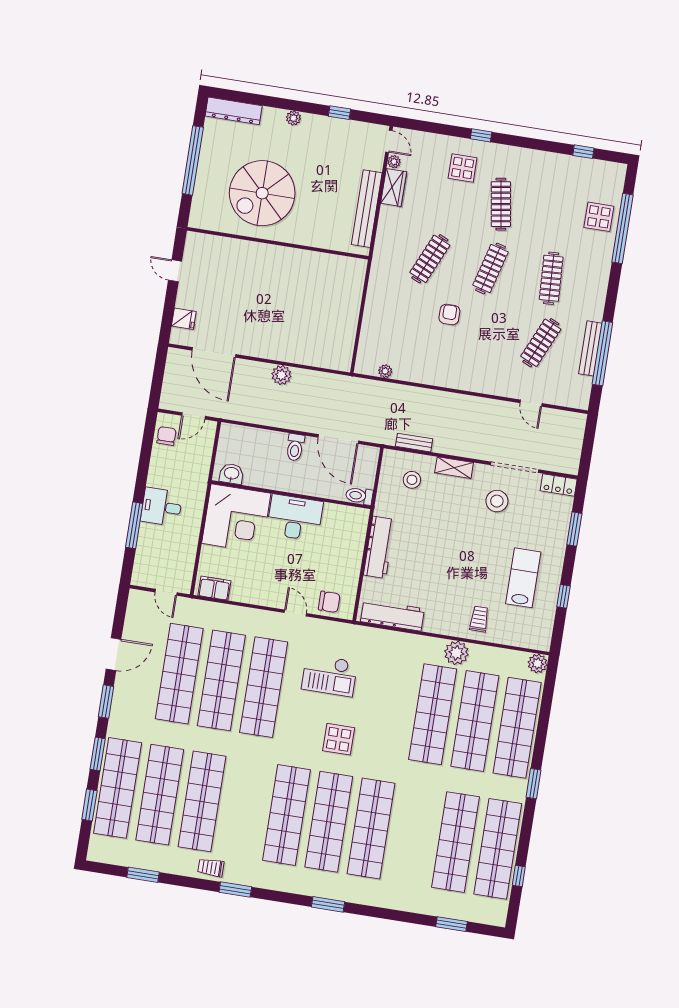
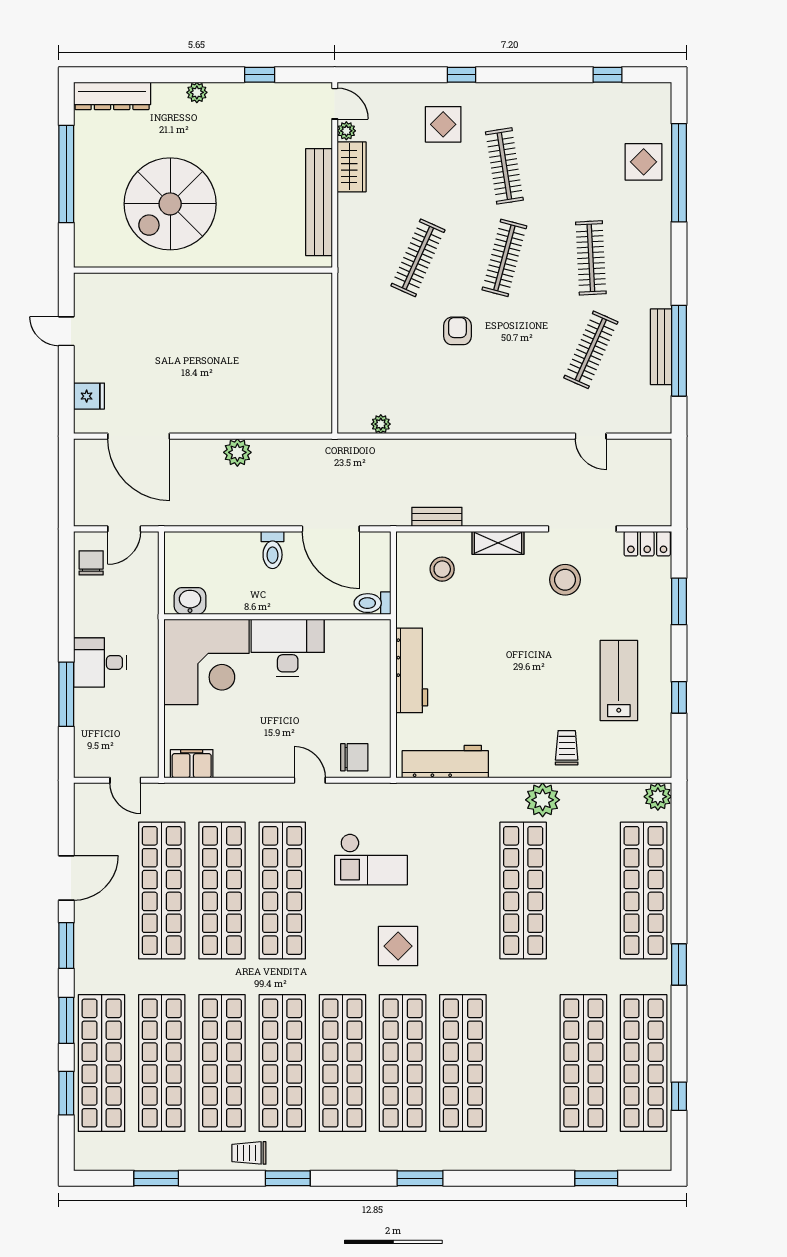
shop shelf: (475, 721) -> (282, 1063), moved

